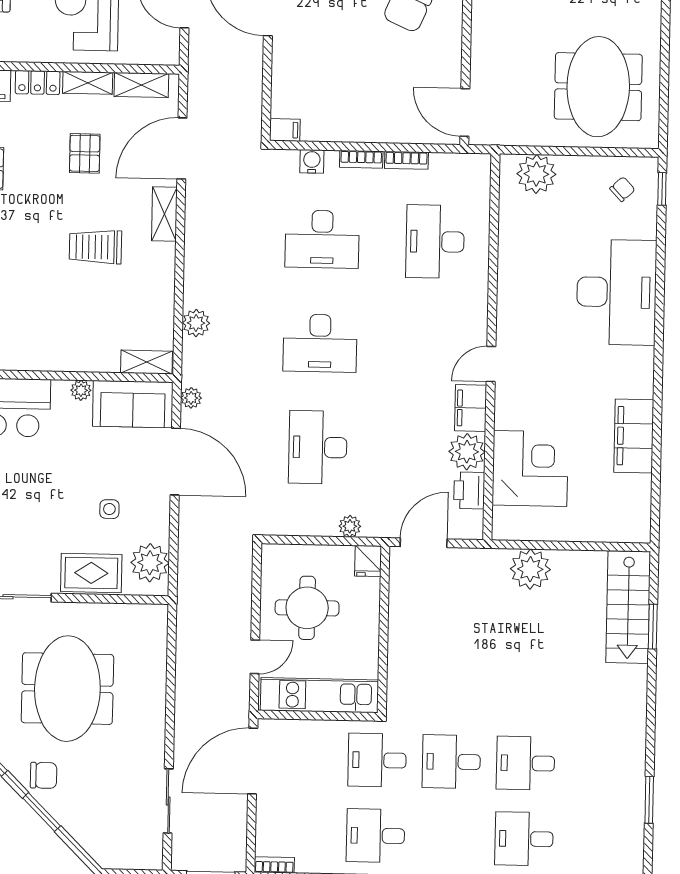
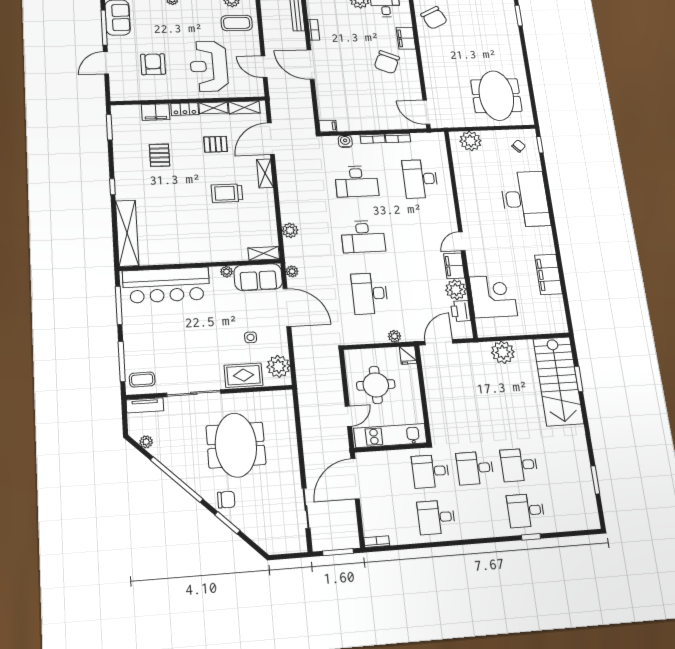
pallet: (85, 153) -> (216, 144), turned 90
stairs: (628, 607) -> (558, 381), width x1.36, depth x1.51

